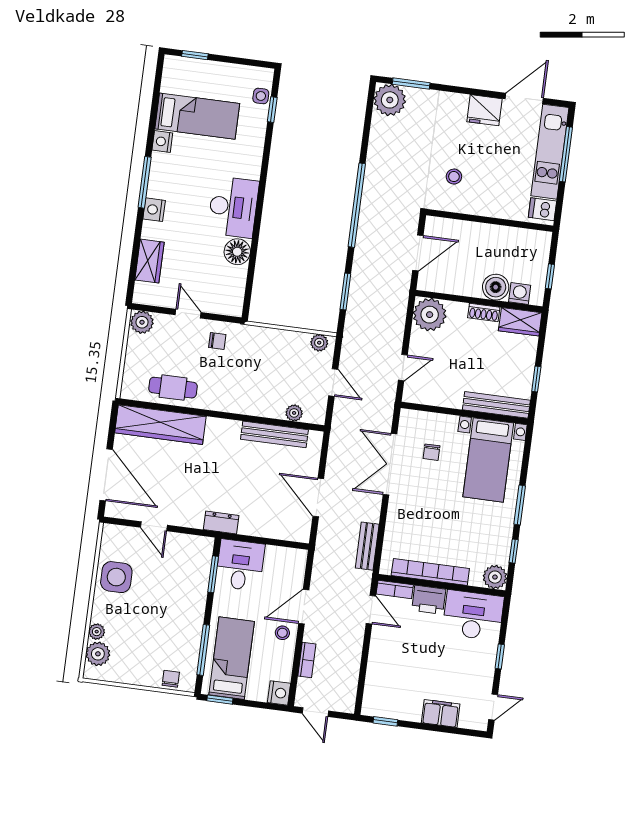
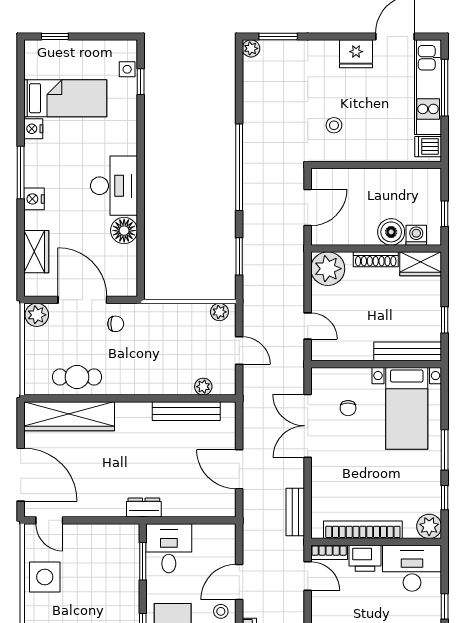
plant: (390, 100) -> (251, 48), width x0.53, depth x0.53
shoe rack: (484, 313) -> (376, 259), width x1.43
door: (188, 314) -> (82, 300), width x1.87
door: (403, 368) -> (308, 326), hinge flipped
door: (154, 526) -> (49, 520), moved

